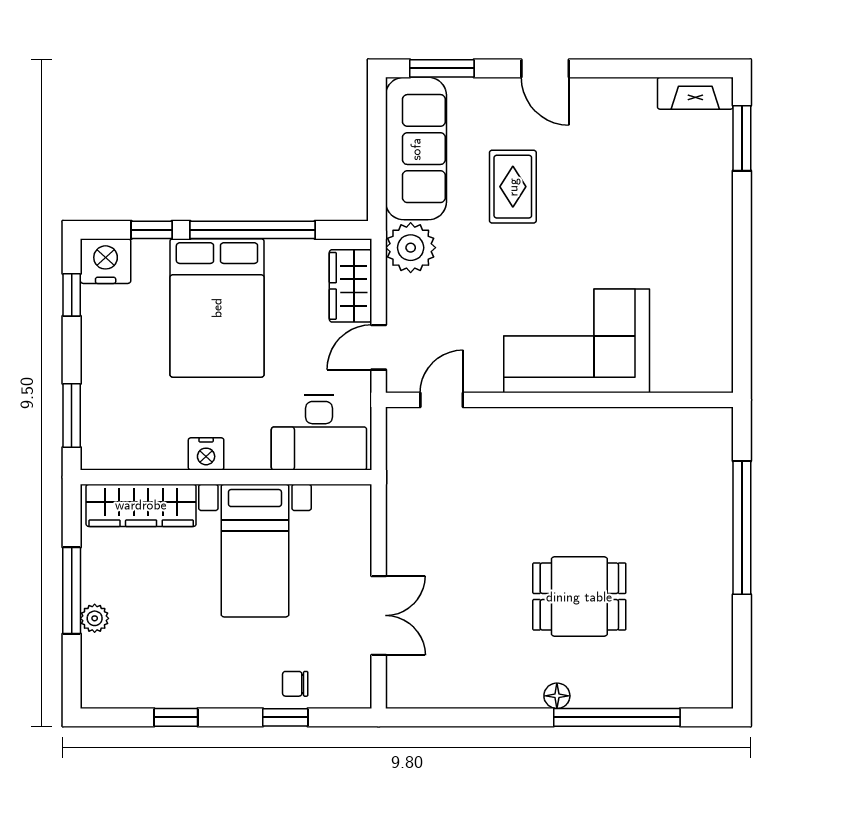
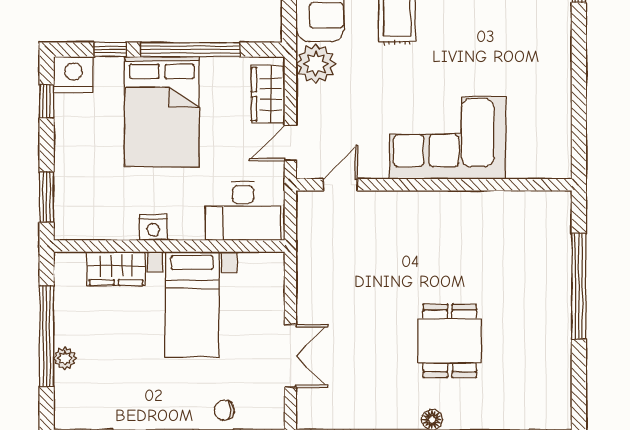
wardrobe: (141, 505) -> (116, 268), width x0.67
window: (72, 591) -> (47, 336), width x1.46
dining table: (579, 597) -> (450, 341), turned 90

